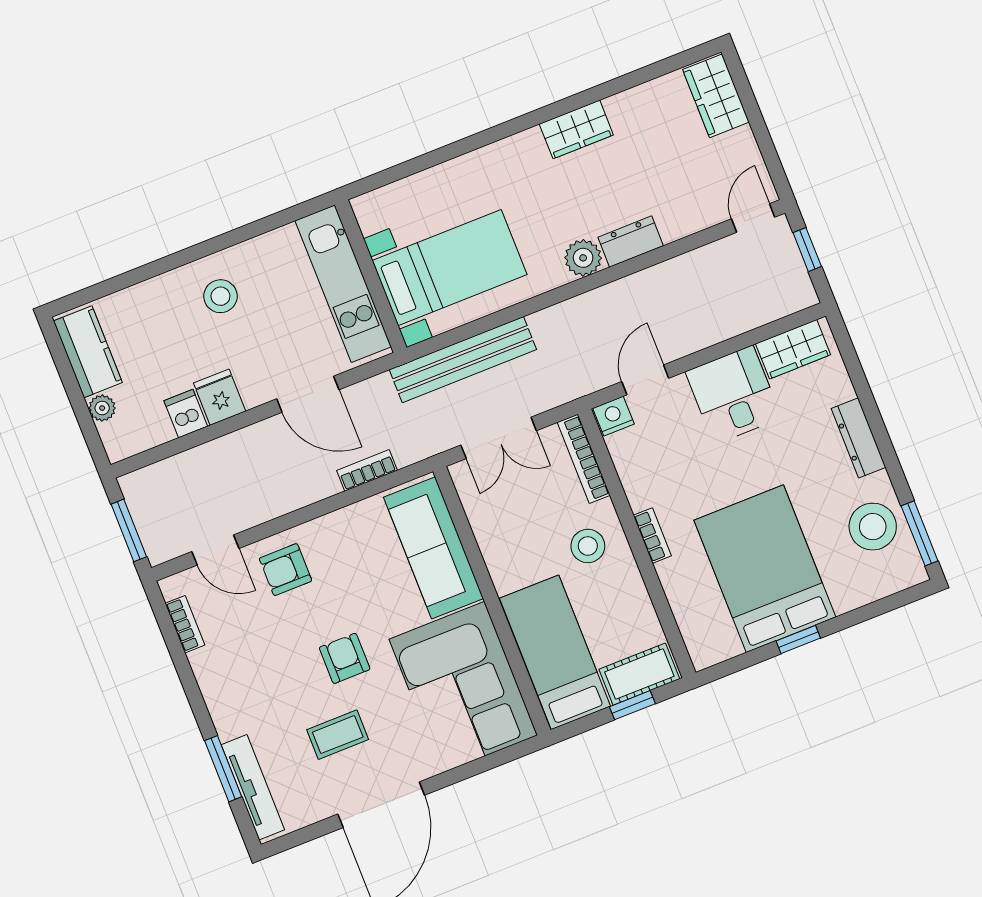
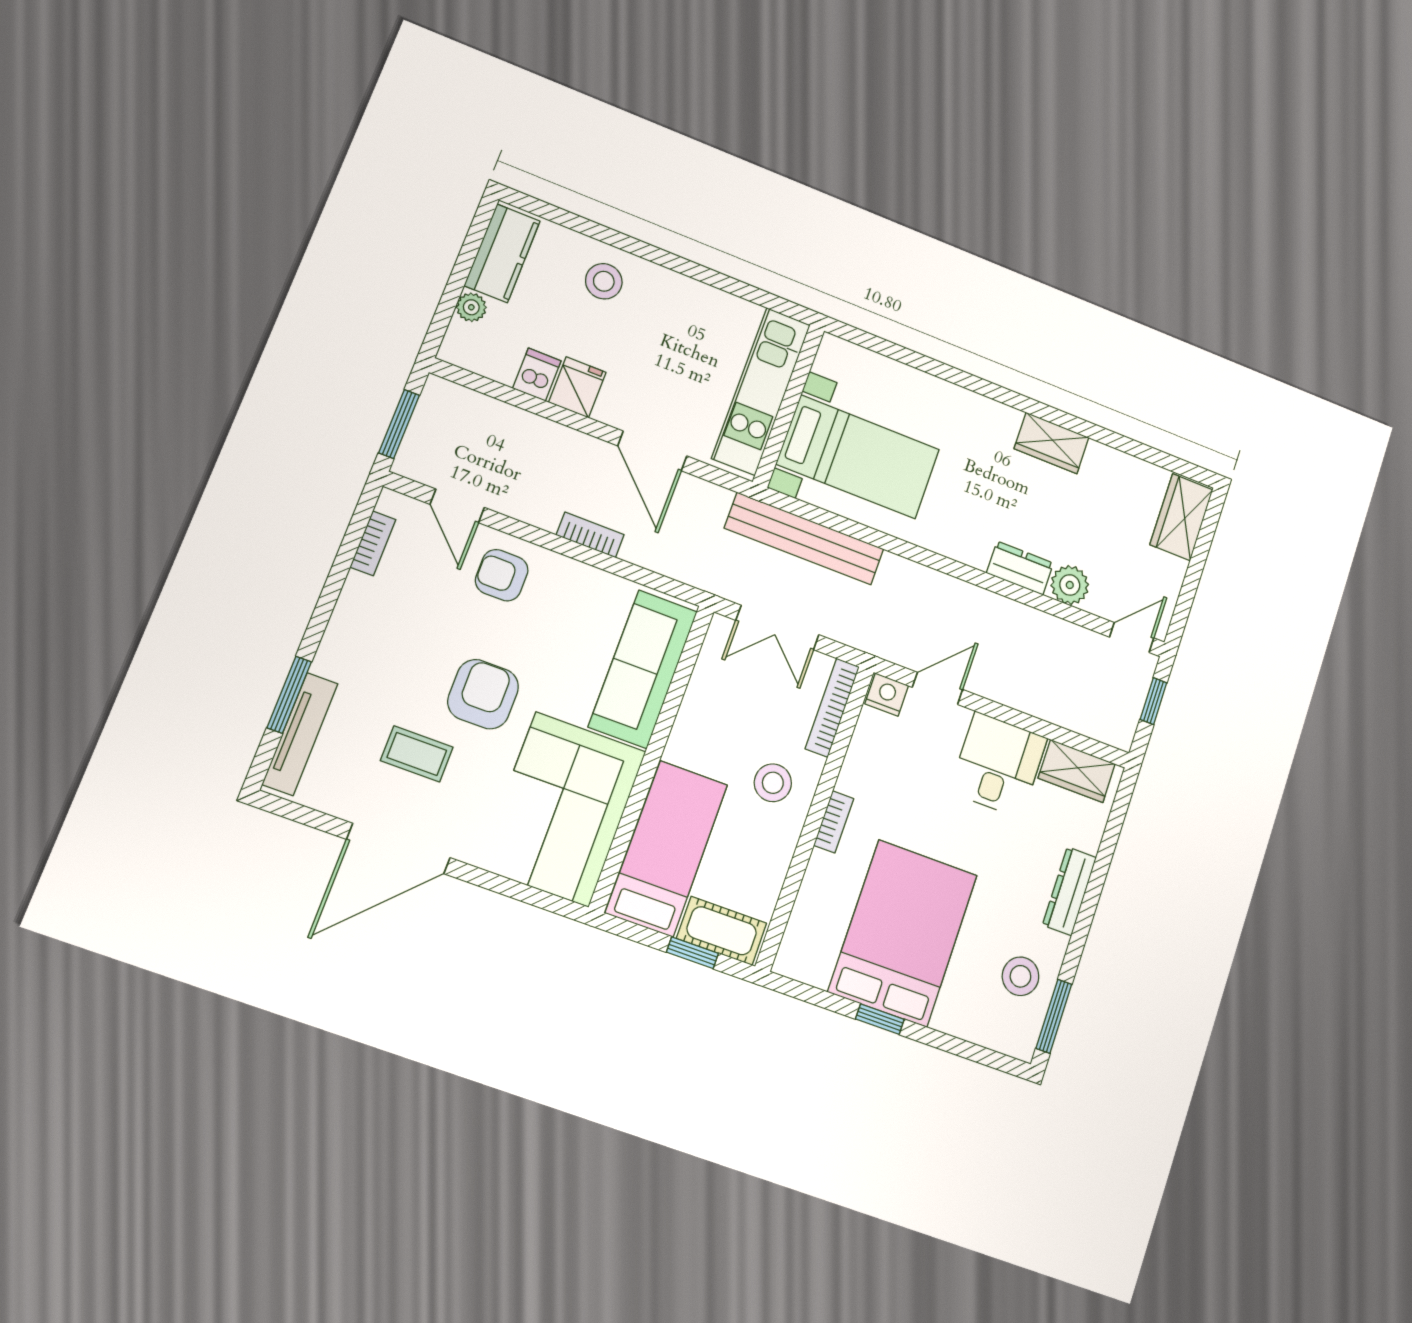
plant: (583, 258) -> (1070, 585), moved
stool: (220, 296) -> (604, 281), moved
bookcase: (367, 470) -> (590, 535), moved
stool: (873, 527) -> (1020, 976), width x0.73, depth x0.73
armchair: (345, 658) -> (483, 694), width x1.38, depth x1.38

